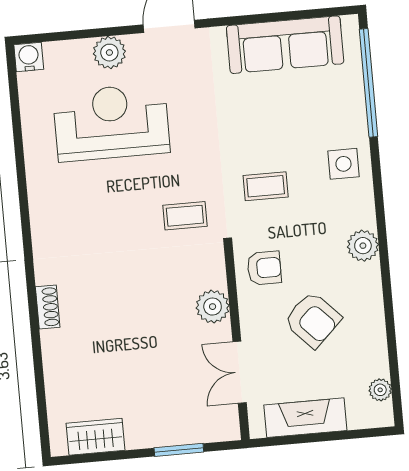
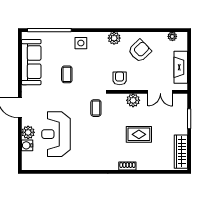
water cooler: (29, 57) -> (27, 145), moved
coffee table: (266, 186) -> (67, 74), moved
armchair: (313, 320) -> (140, 51), moved
rug: (129, 328) -> (139, 134), added
wardrobe: (96, 437) -> (181, 152), width x1.50

